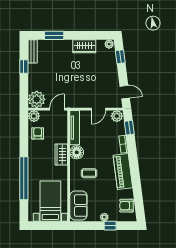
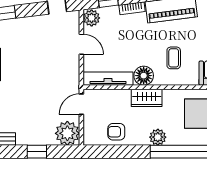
window: (24, 67) -> (37, 152), moved
door: (57, 109) -> (81, 104), hinge flipped
plant: (34, 116) -> (158, 137), moved

